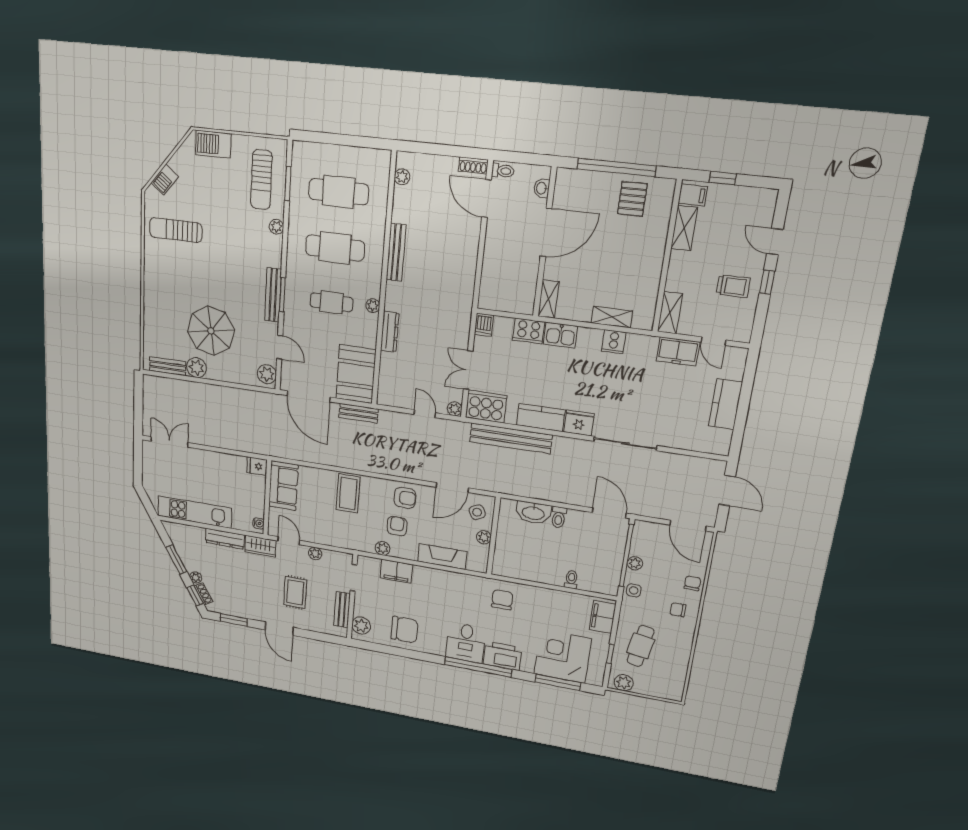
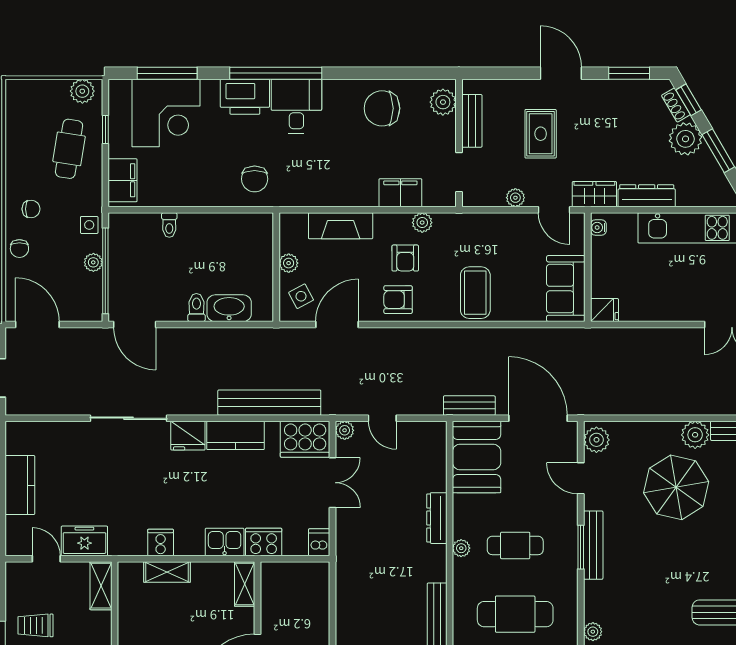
plant: (196, 577) -> (686, 139), width x1.87, depth x1.87

